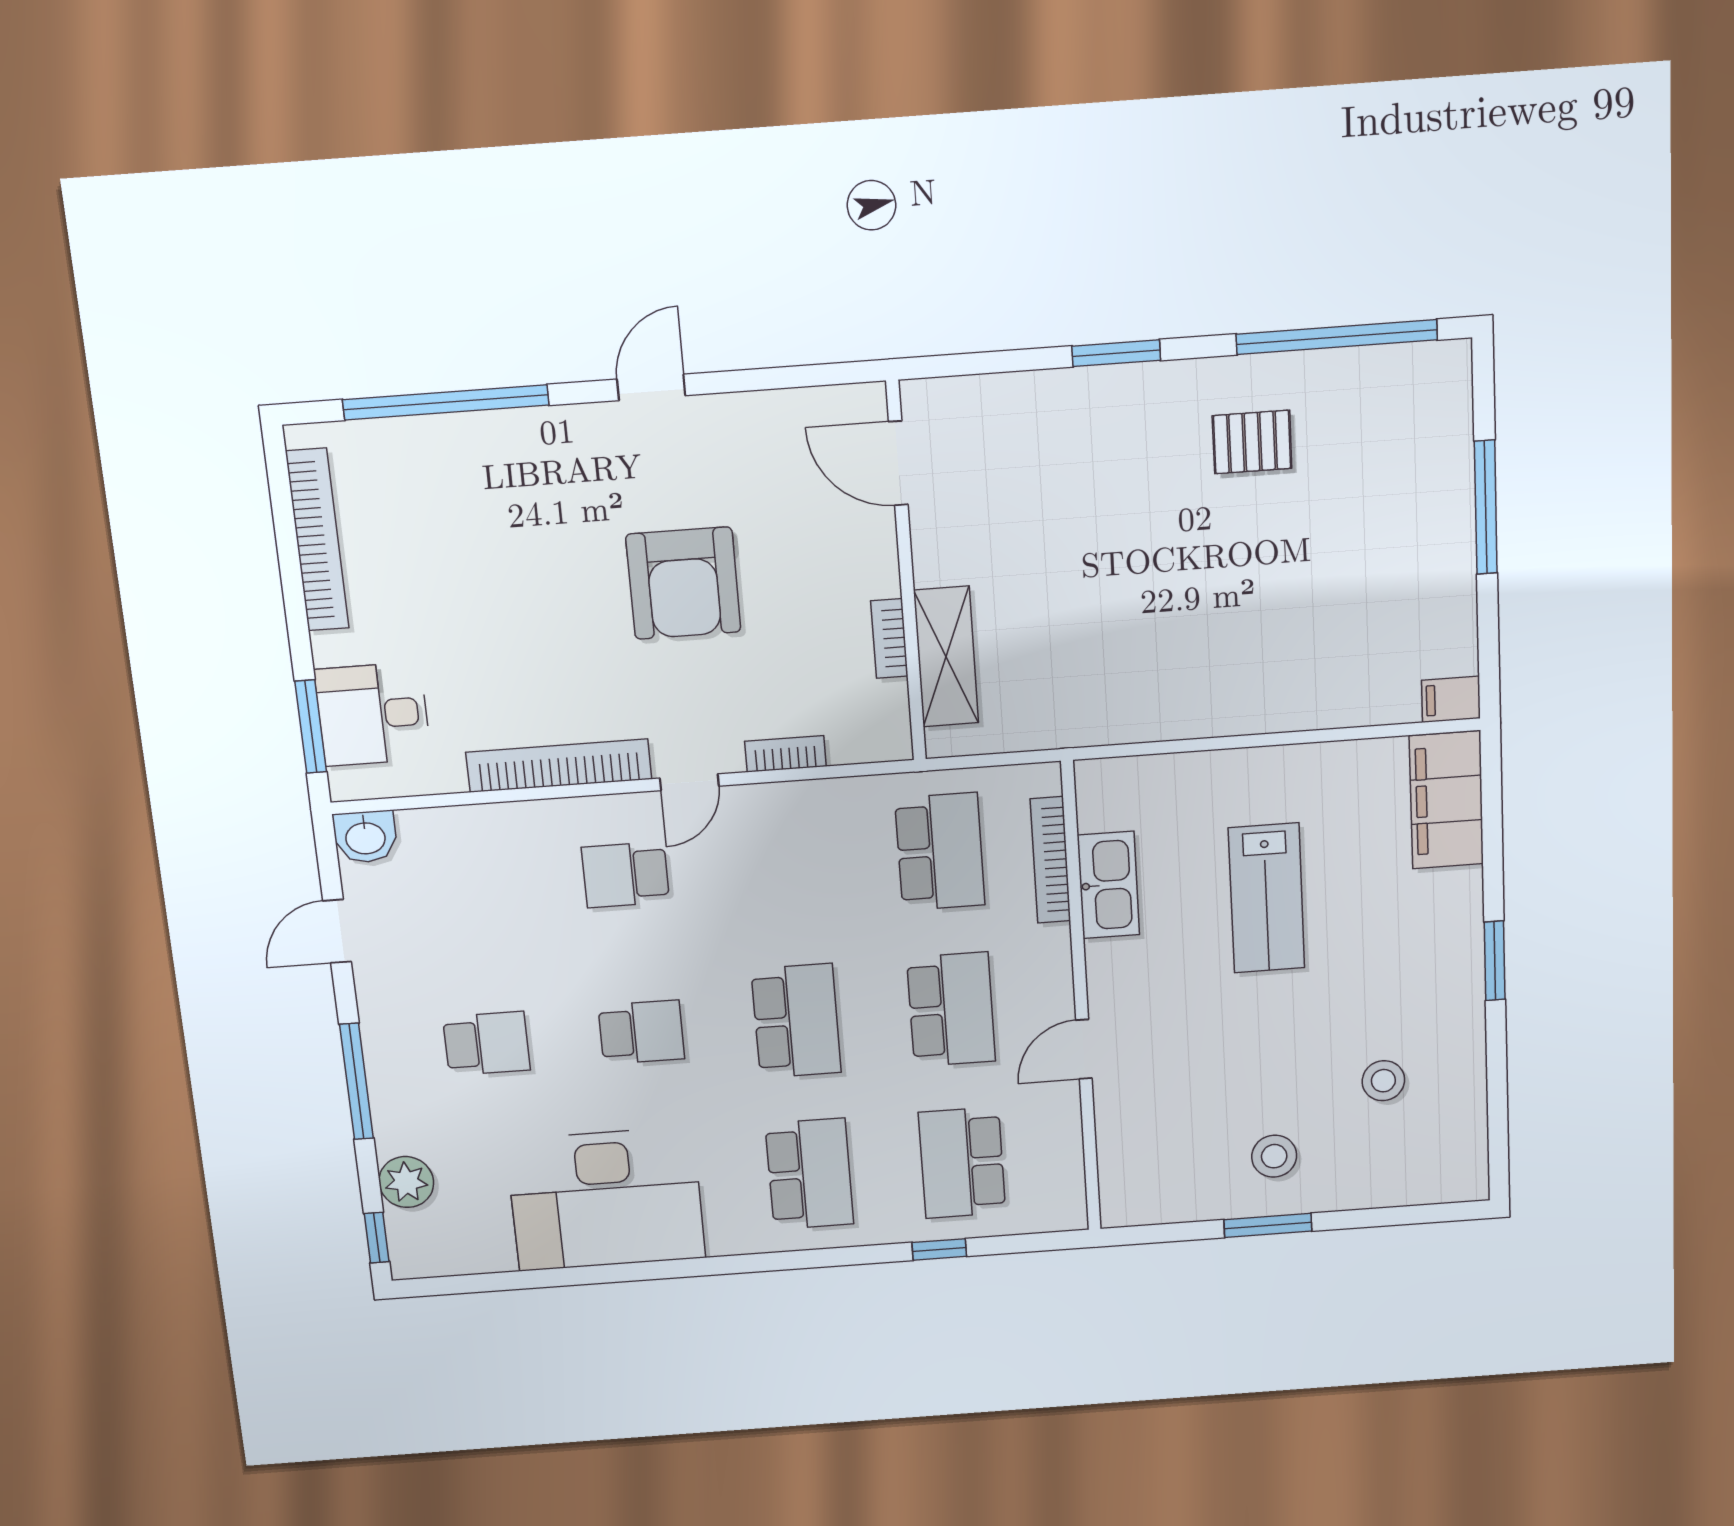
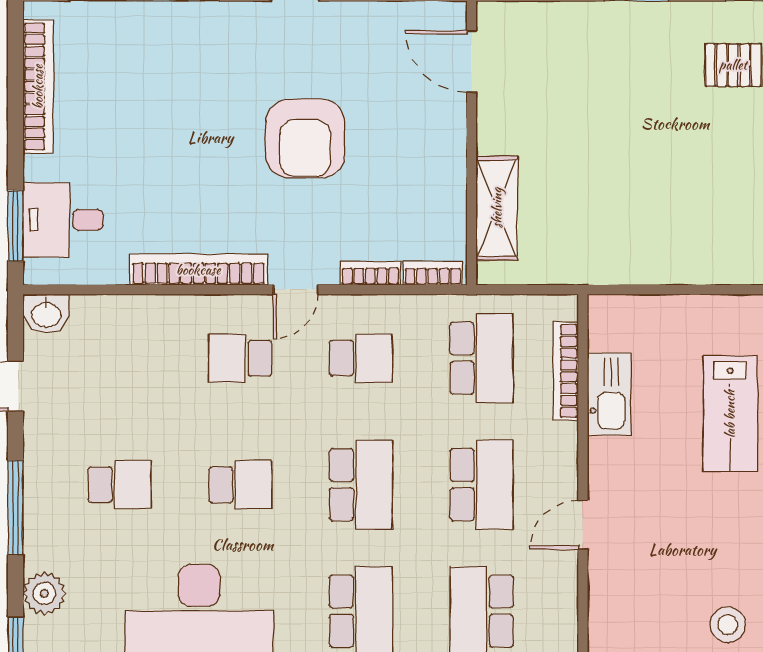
bookcase: (889, 639) -> (433, 273), moved, turned 90
school desk: (783, 863) -> (361, 358), added

